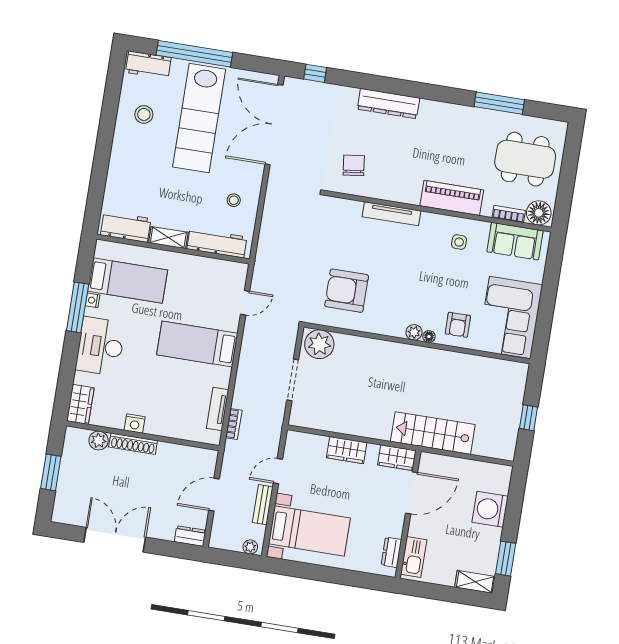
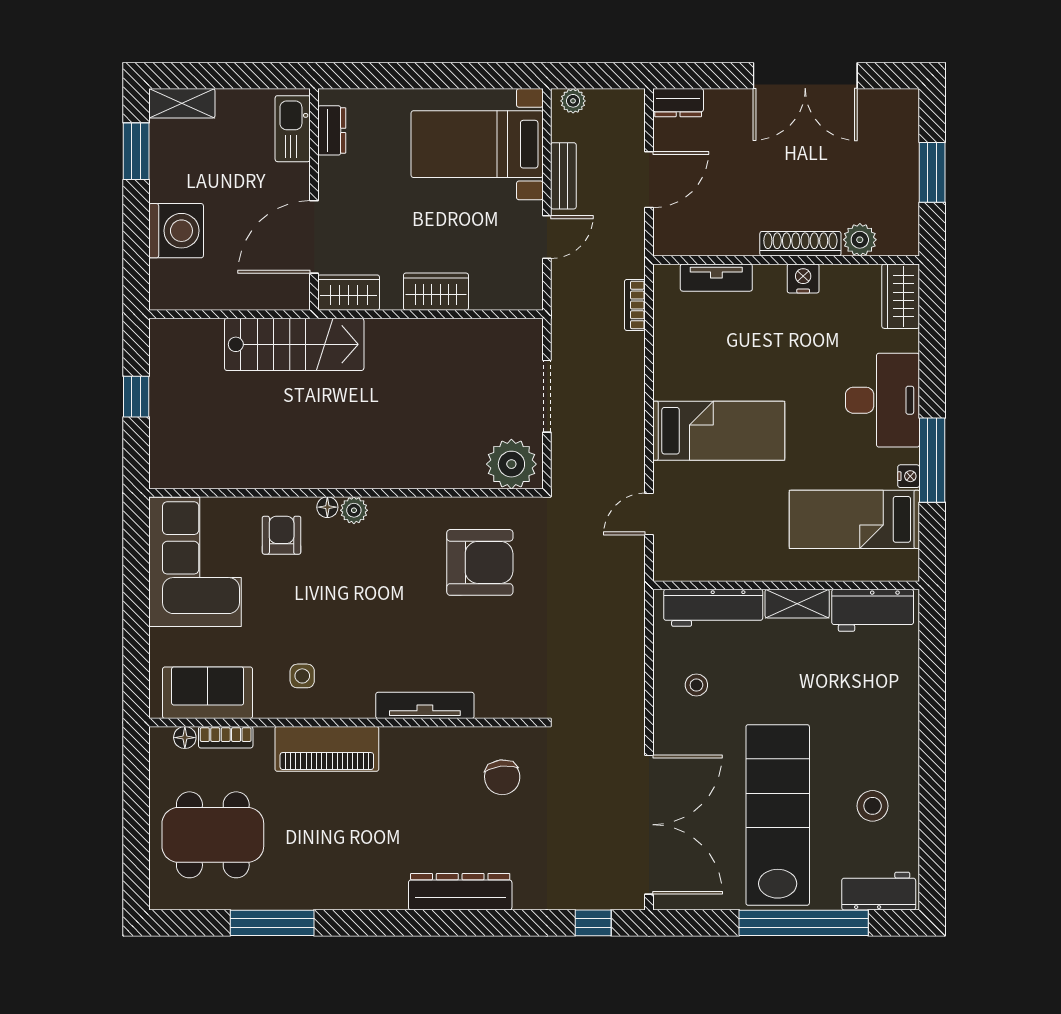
floor lamp: (539, 213) -> (185, 738), width x0.53, depth x0.53
tv unit: (218, 409) -> (716, 278), moved, turned 90

